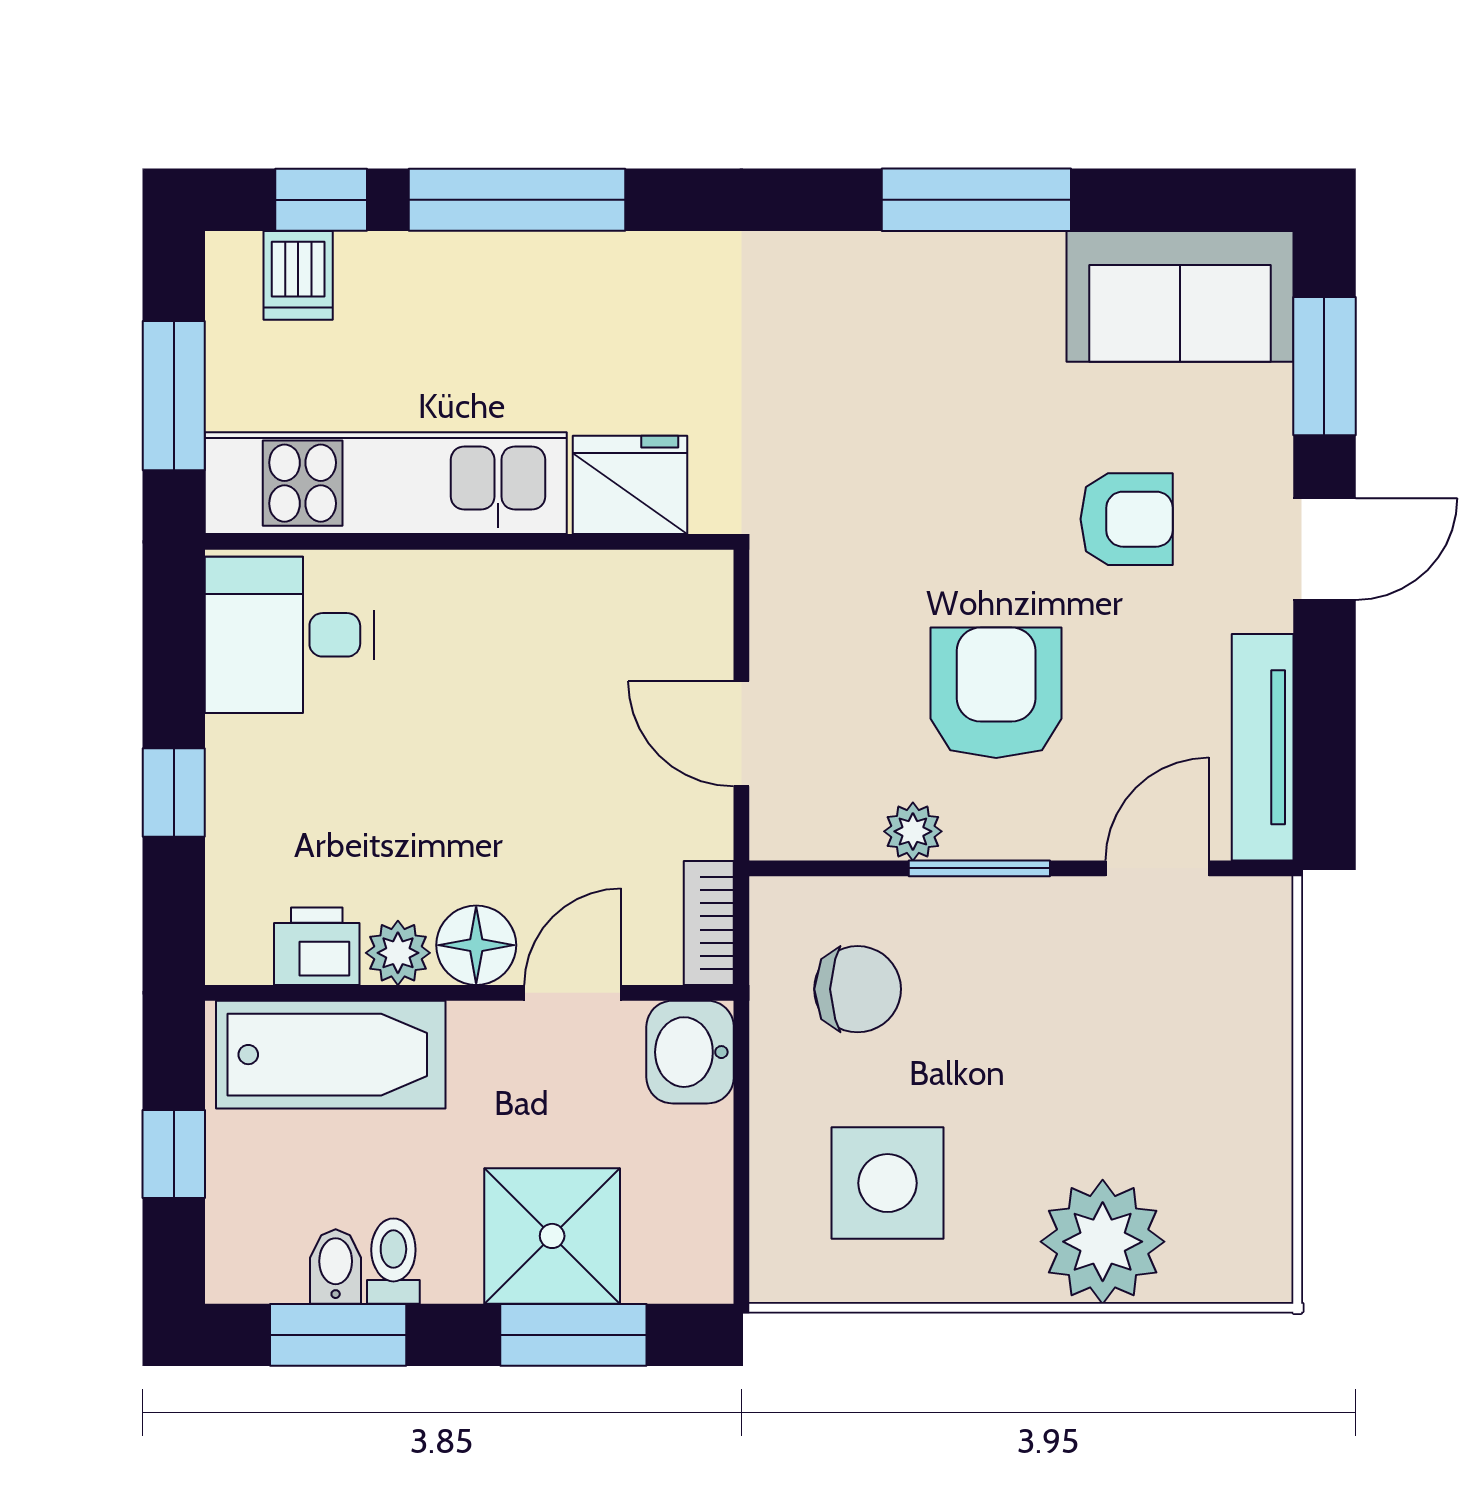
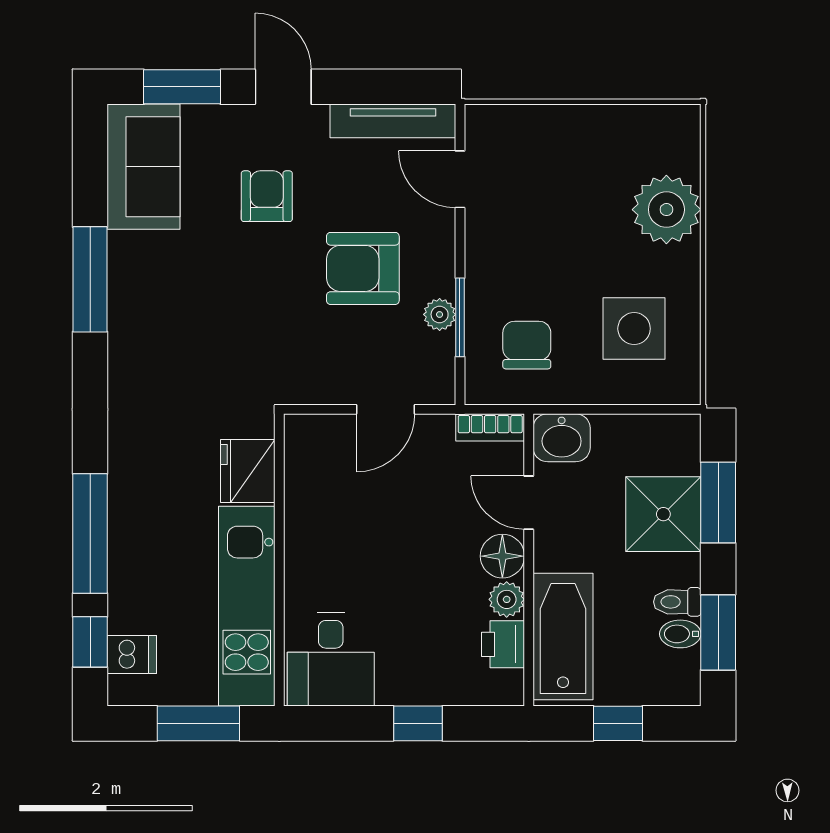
window: (979, 868) -> (460, 317), moved

